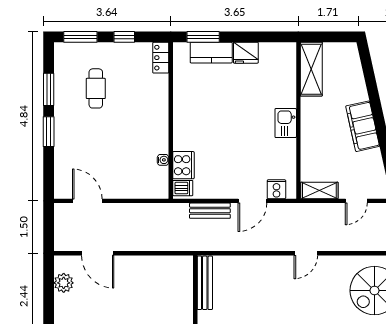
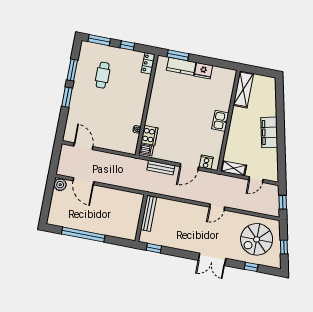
plant: (64, 283) -> (60, 185), moved

